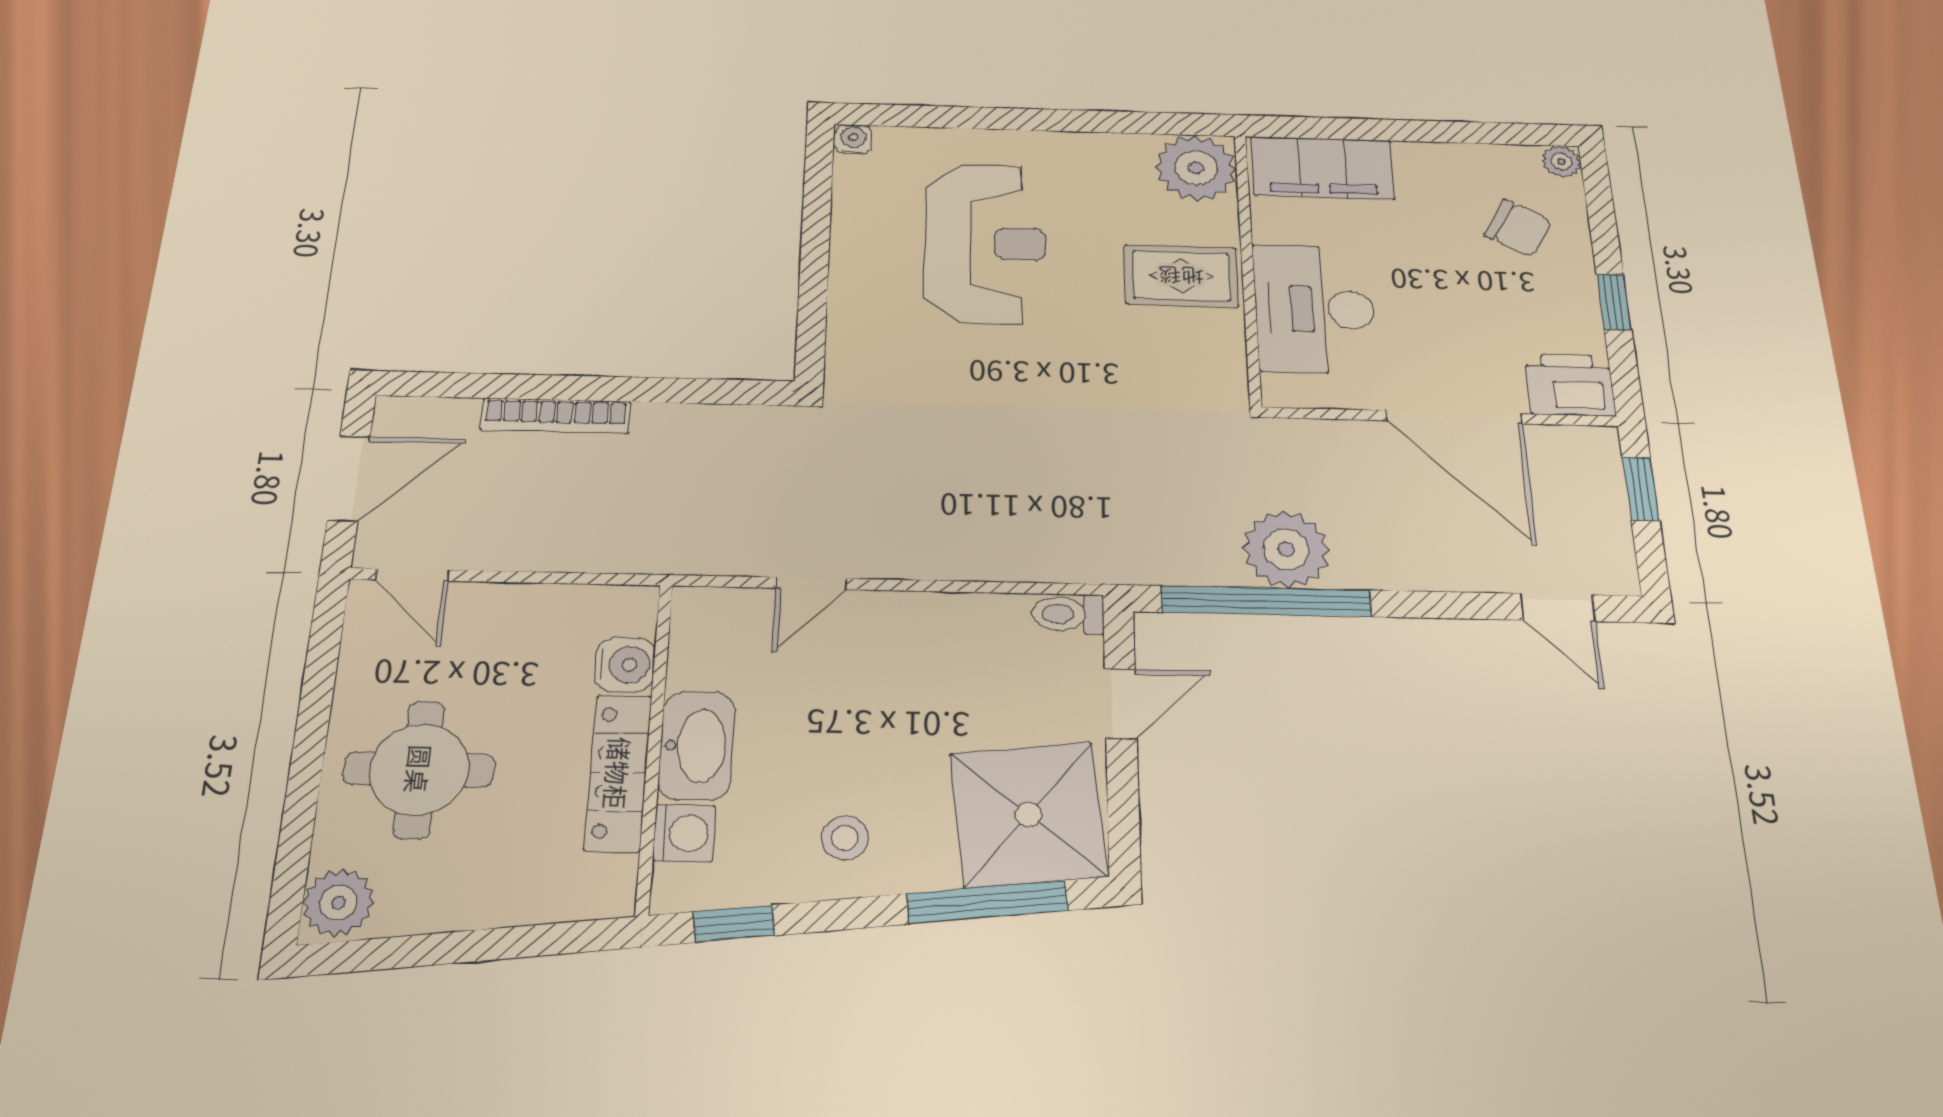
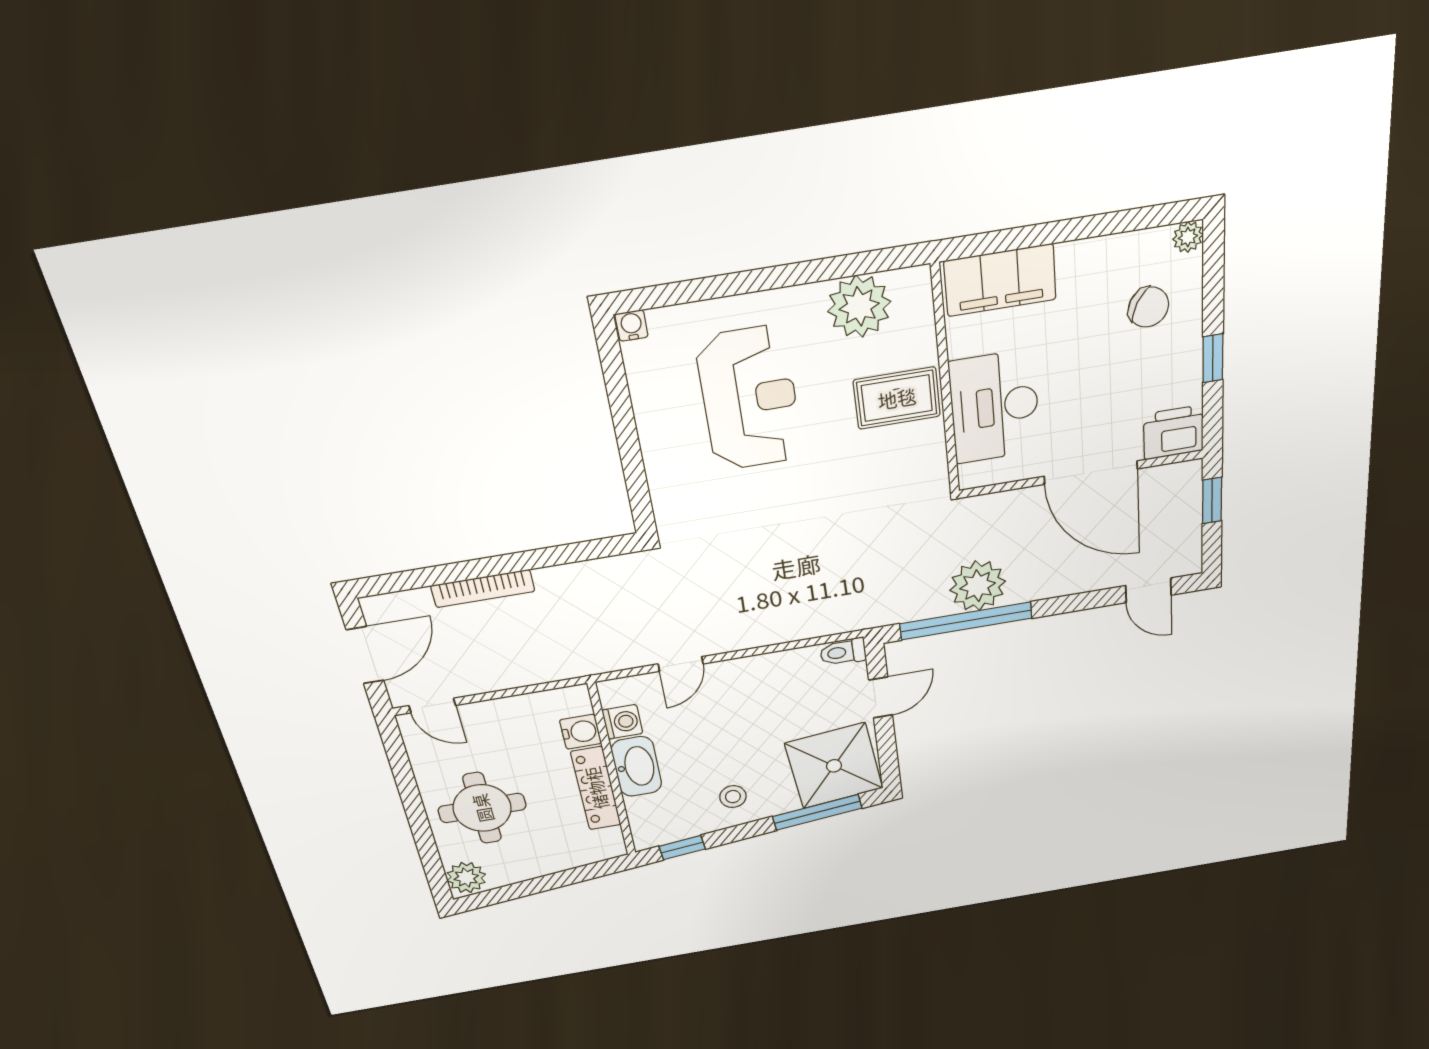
plant: (1196, 168) -> (859, 306), moved
washing machine: (684, 833) -> (622, 722), moved

